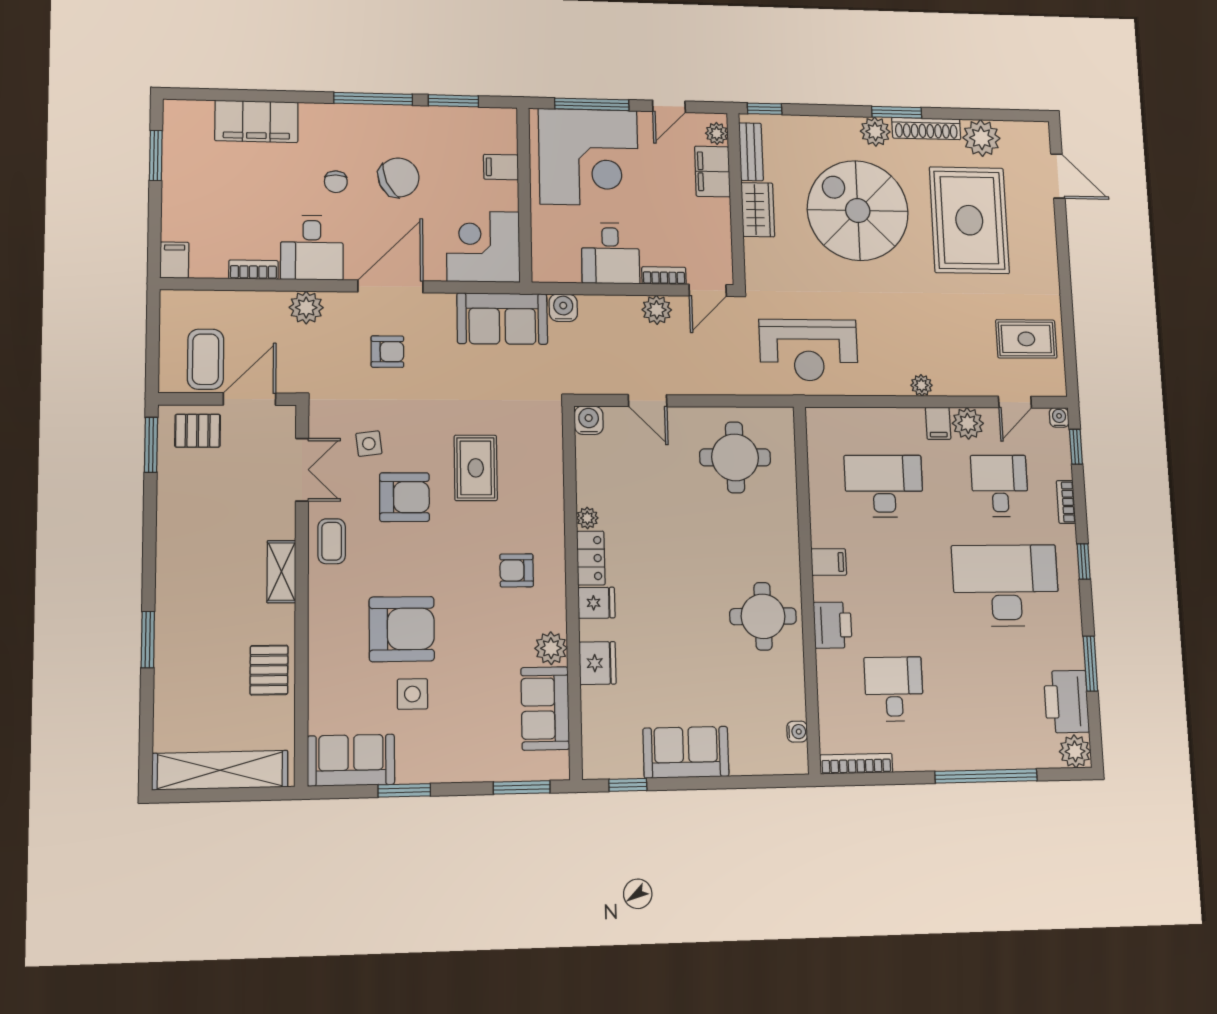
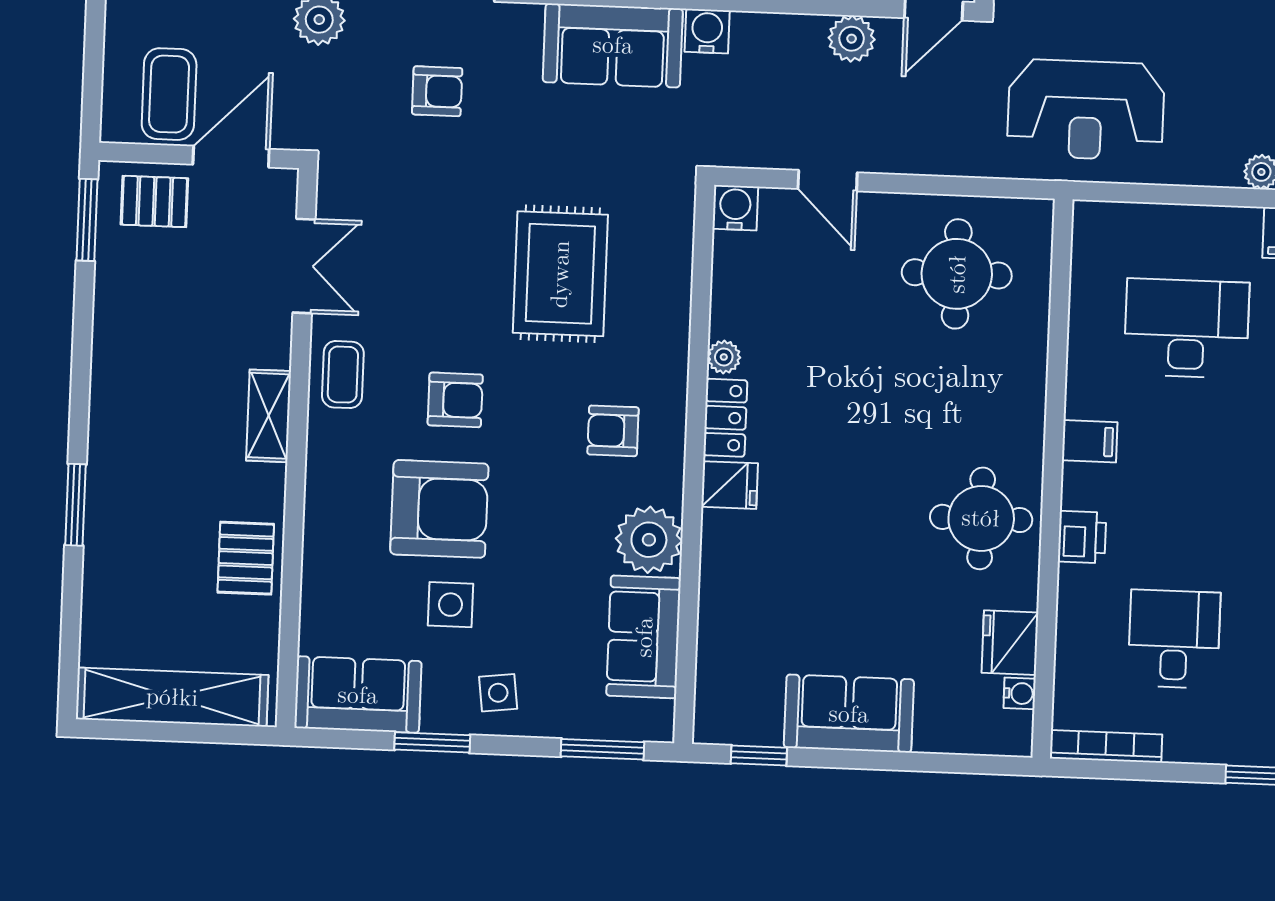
side table: (369, 444) -> (498, 693), moved
rug: (476, 468) -> (560, 274), width x1.36, depth x1.43
armchair: (404, 497) -> (455, 400), moved, width x0.72, depth x0.72
printer: (833, 625) -> (1082, 537), width x0.73, depth x0.81
plant: (551, 648) -> (649, 540), width x1.36, depth x1.36
fridge: (598, 663) -> (1010, 643), moved, turned 180

